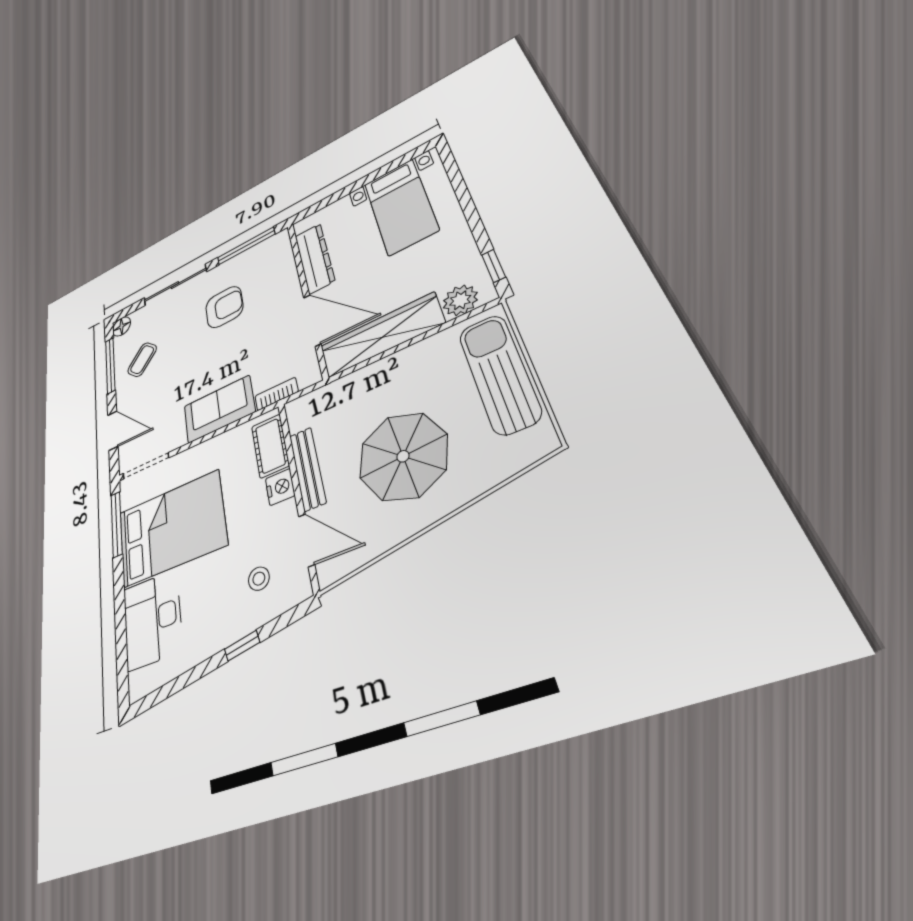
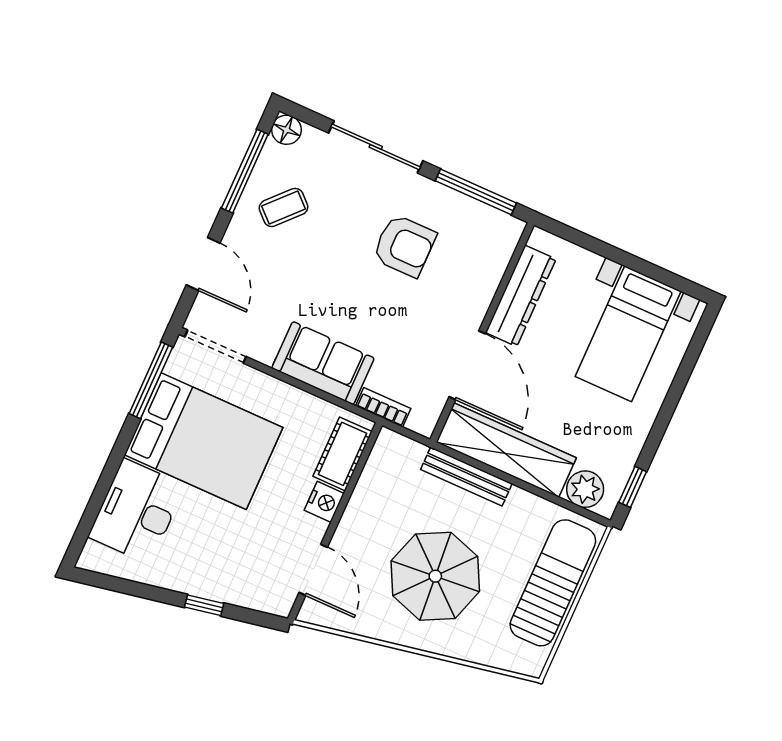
bench: (308, 469) -> (466, 477), moved, turned 90
stool: (259, 579) -> (253, 564), removed

